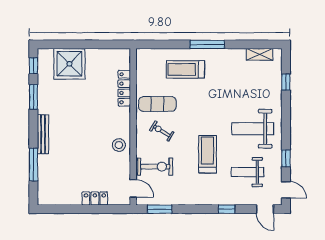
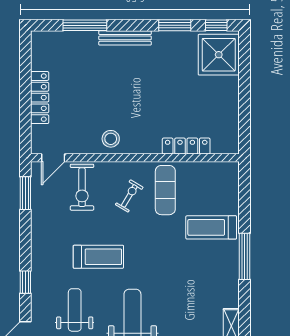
shower: (69, 64) -> (219, 55), moved
treadmill: (185, 69) -> (211, 227), turned -90
locker: (95, 198) -> (40, 98), width x1.53

